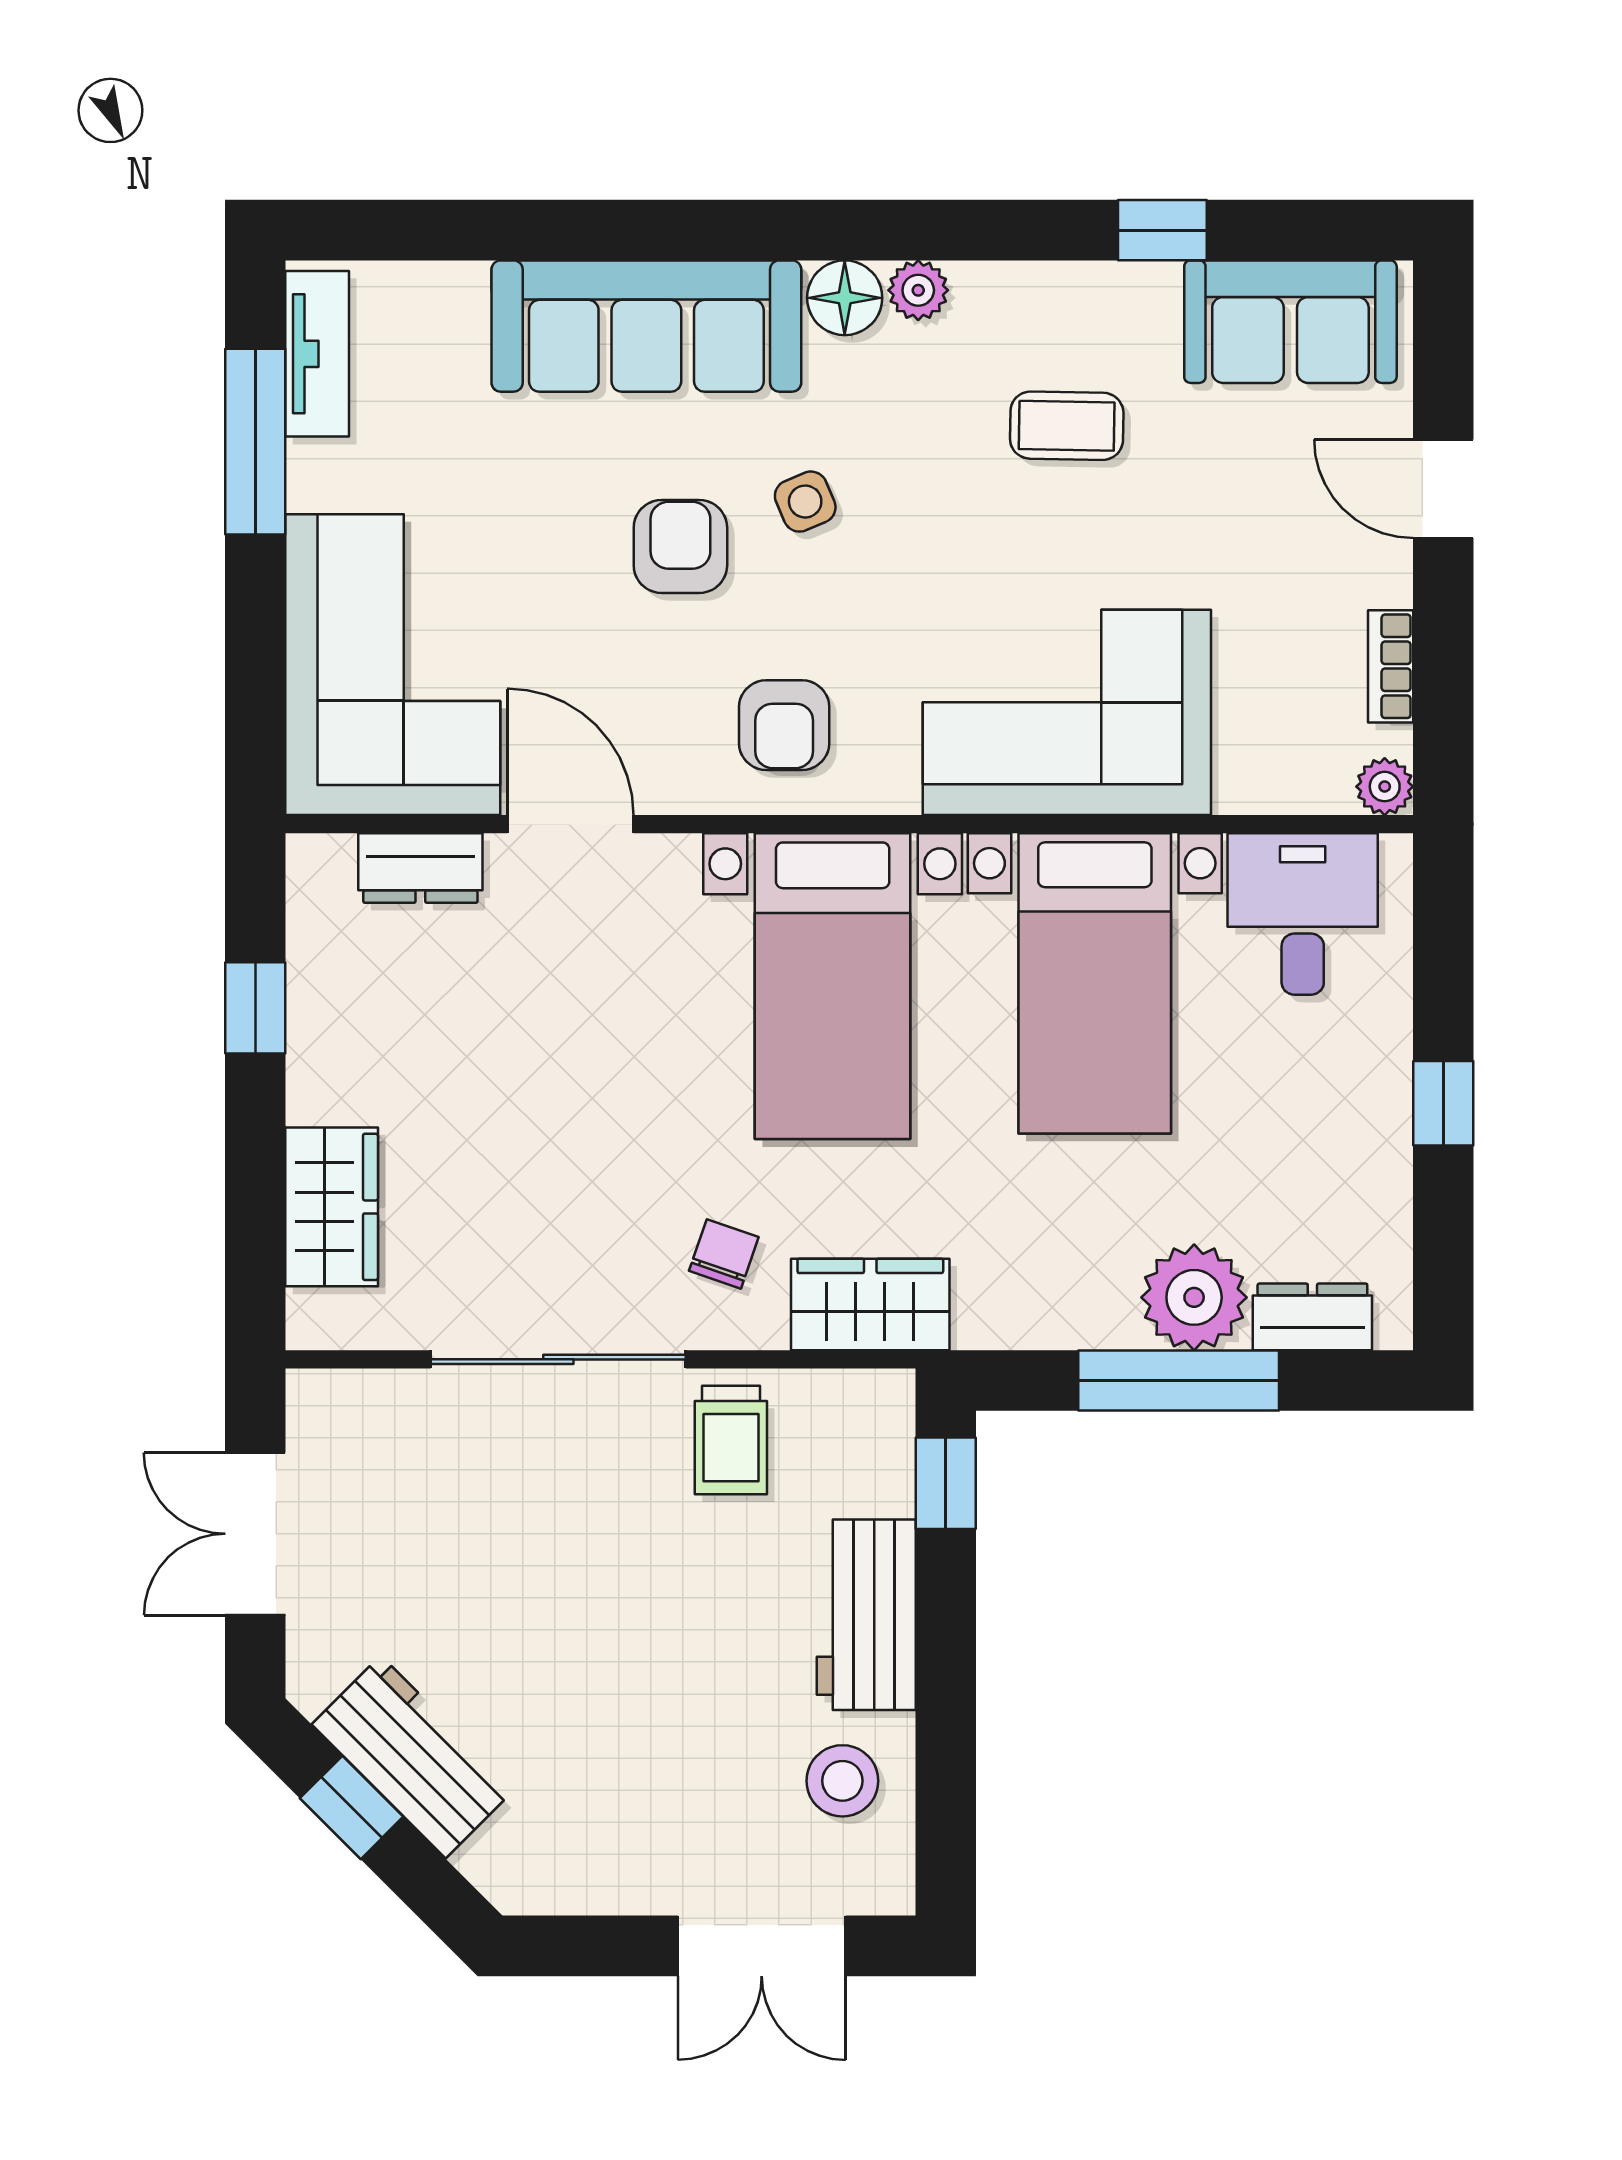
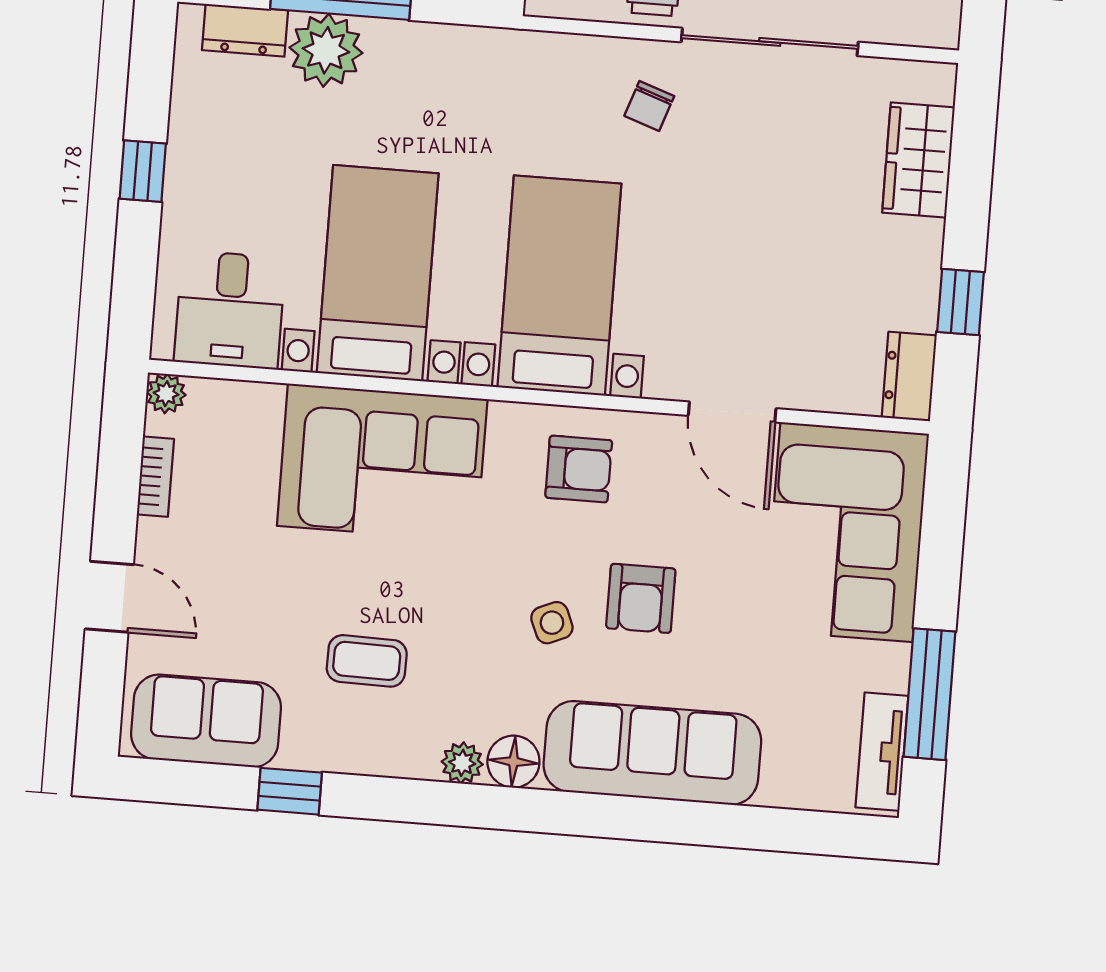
armchair: (784, 725) -> (579, 469), turned 90
dresser: (420, 868) -> (909, 376), moved, turned -90
wardrobe: (870, 1304) -> (551, 63), removed

